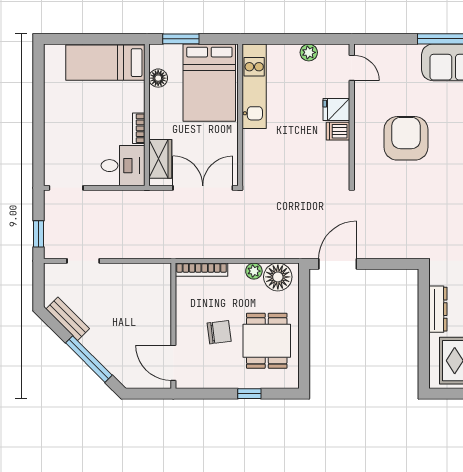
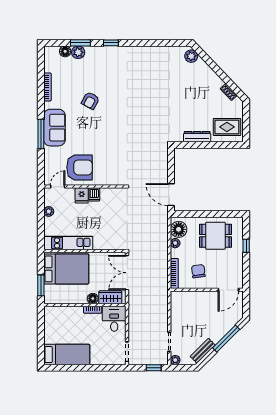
bed: (105, 63) -> (67, 355), moved, turned -90
floor lamp: (158, 78) -> (93, 299), moved
armchair: (406, 138) -> (79, 167), moved, turned 180
plant: (52, 271) -> (175, 360), added
chair: (219, 332) -> (198, 271), moved

